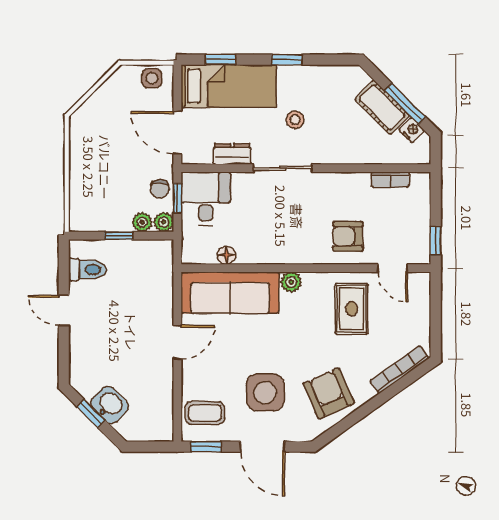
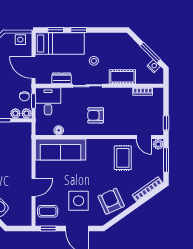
window: (287, 60) -> (79, 30), moved
cot: (382, 107) -> (122, 77), moved, turned -45
armchair: (348, 236) -> (96, 115), moved
plant: (291, 282) -> (158, 144), moved
window: (436, 313) -> (166, 160), added
door: (177, 342) -> (33, 187), moved

